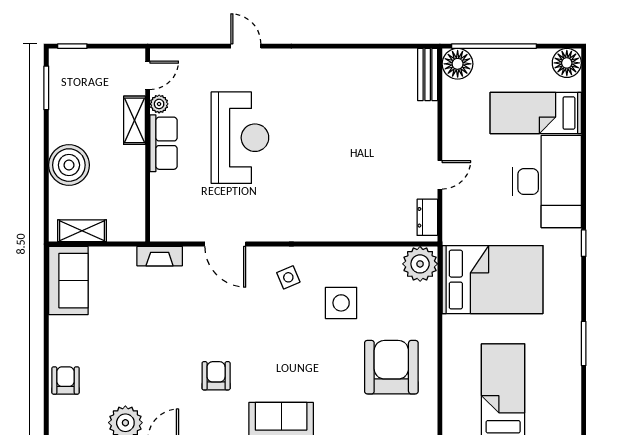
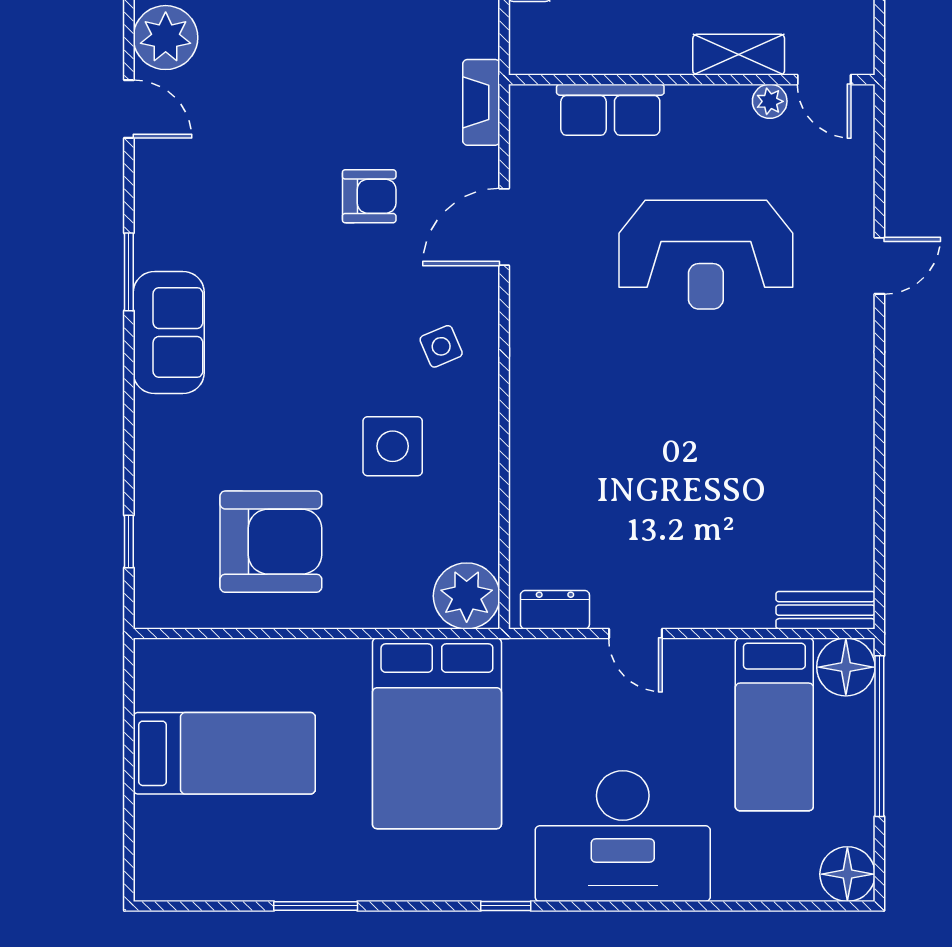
bed: (536, 113) -> (774, 724), moved, turned 180
row of seats: (164, 143) -> (610, 110), moved
armchair: (216, 376) -> (369, 196), moved

